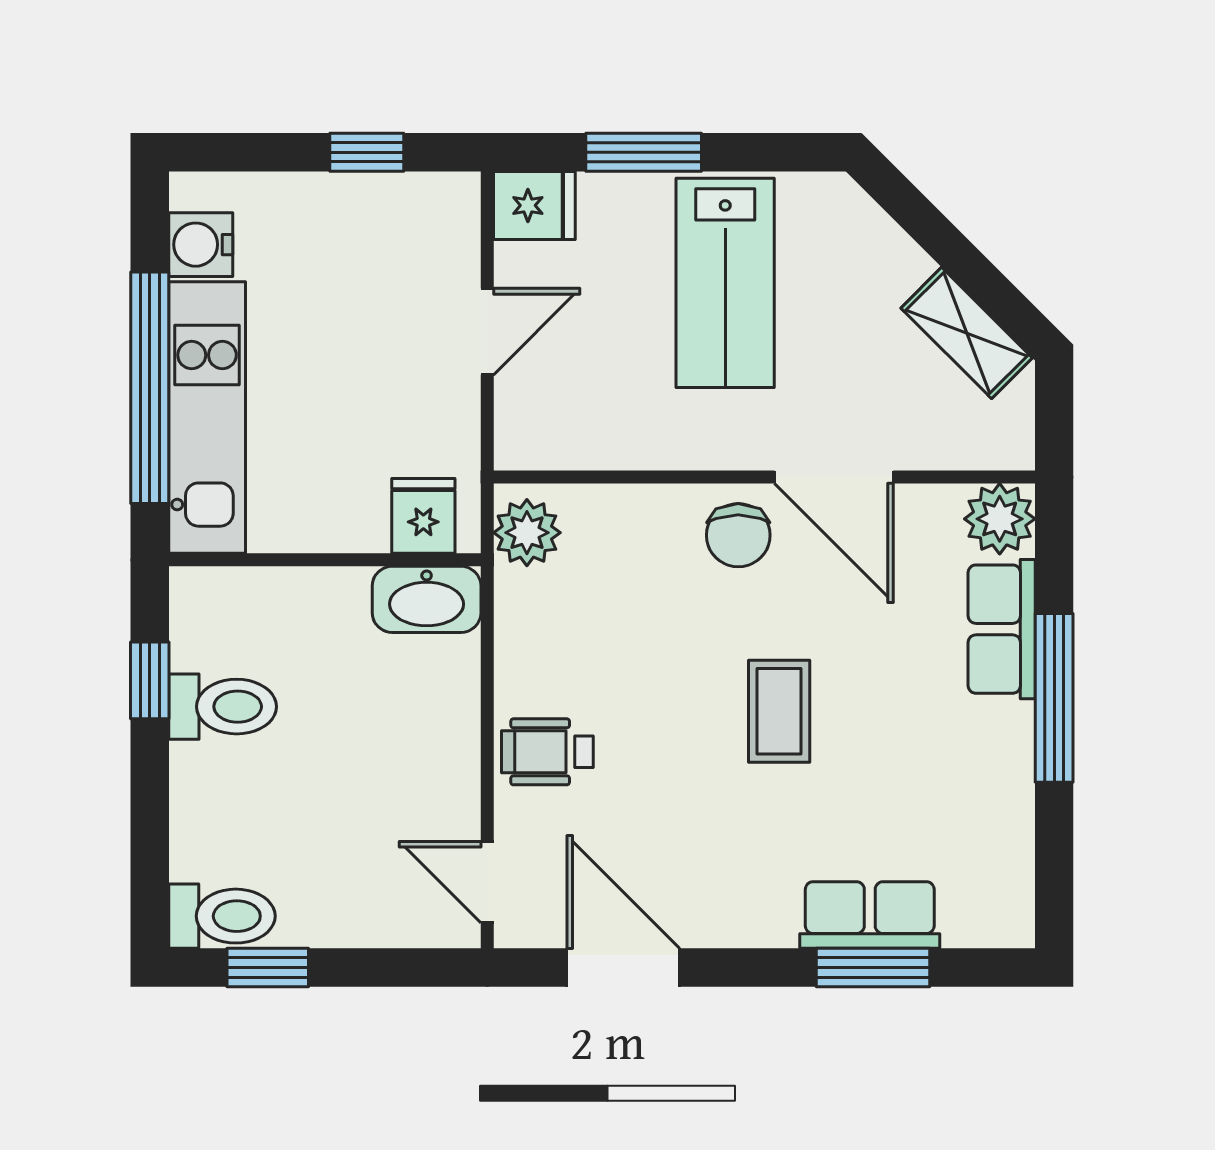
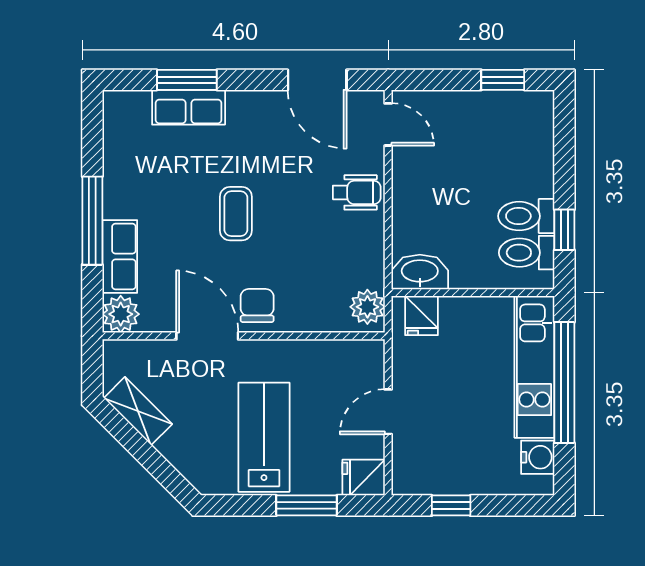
toilet: (222, 916) -> (527, 253), moved

